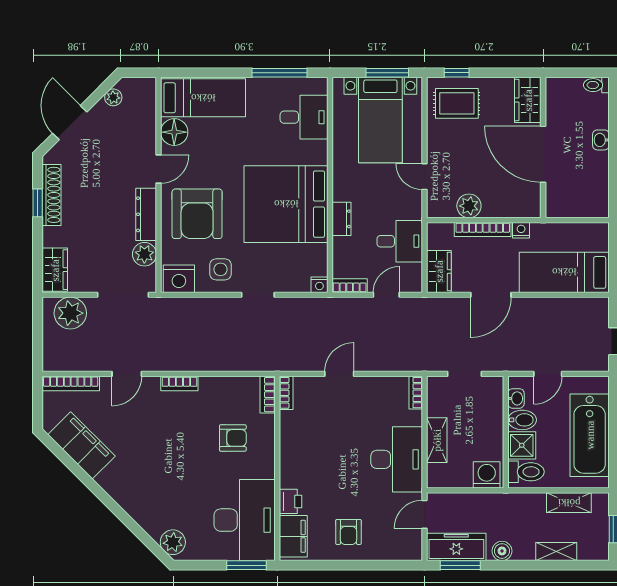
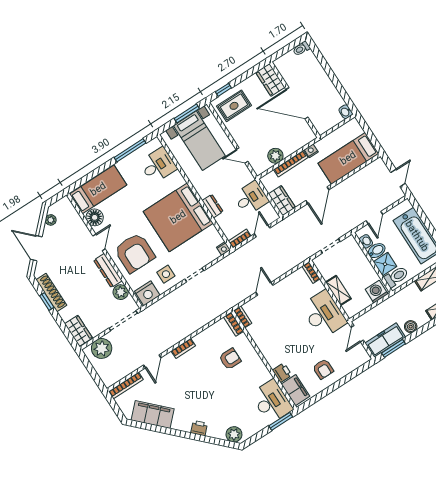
washbasin: (601, 140) -> (346, 112), moved
printer: (132, 504) -> (199, 428), added
desk: (245, 520) -> (272, 402), width x0.73, depth x0.77

